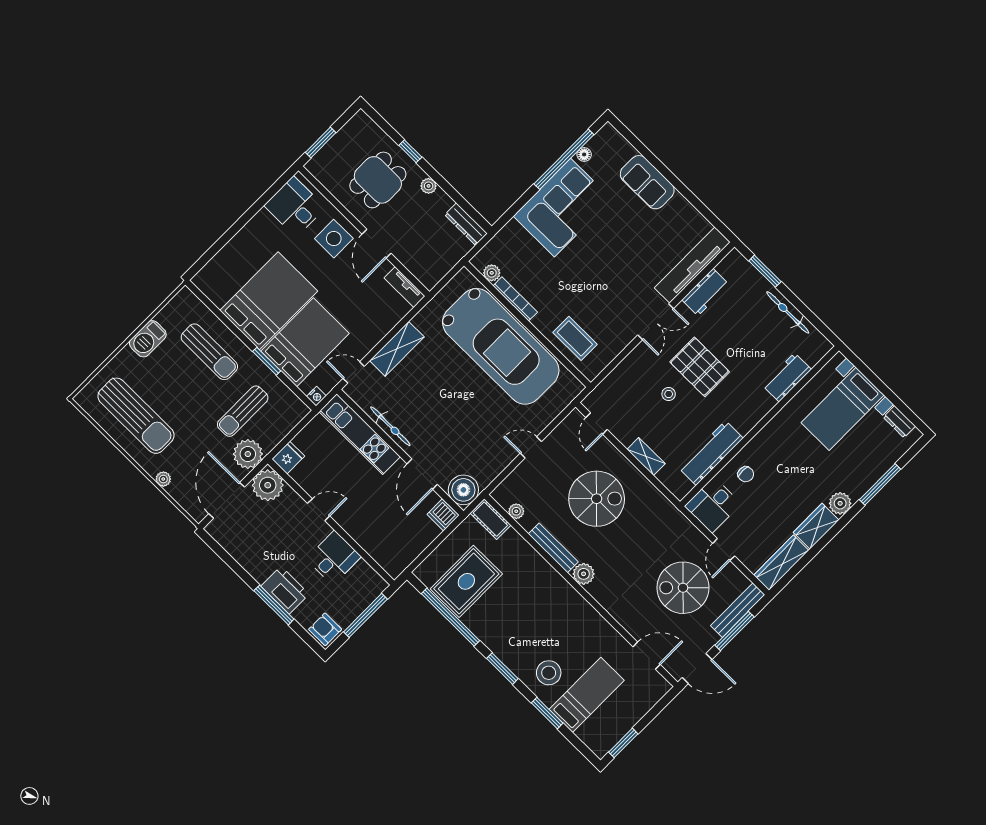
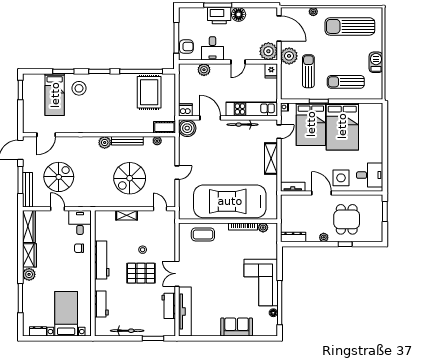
workbench: (711, 453) -> (102, 260), moved
plant: (370, 542) -> (204, 70), added
floor lamp: (259, 568) -> (239, 14), added
armchair: (325, 629) -> (186, 47), moved

